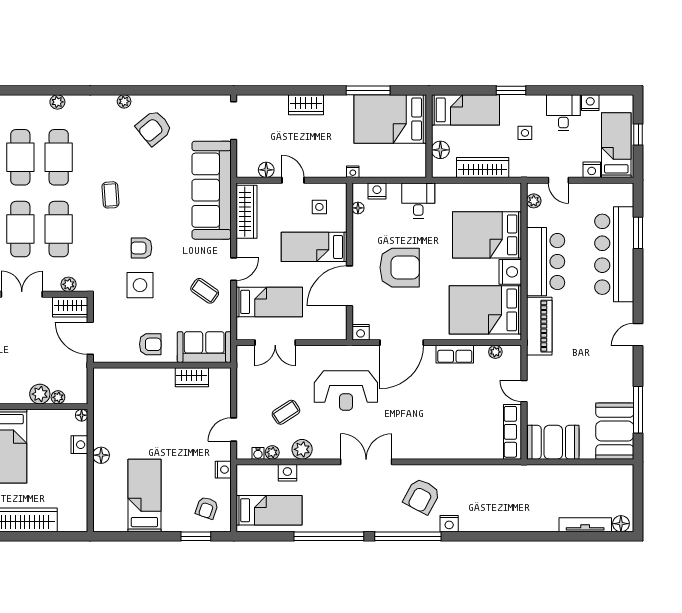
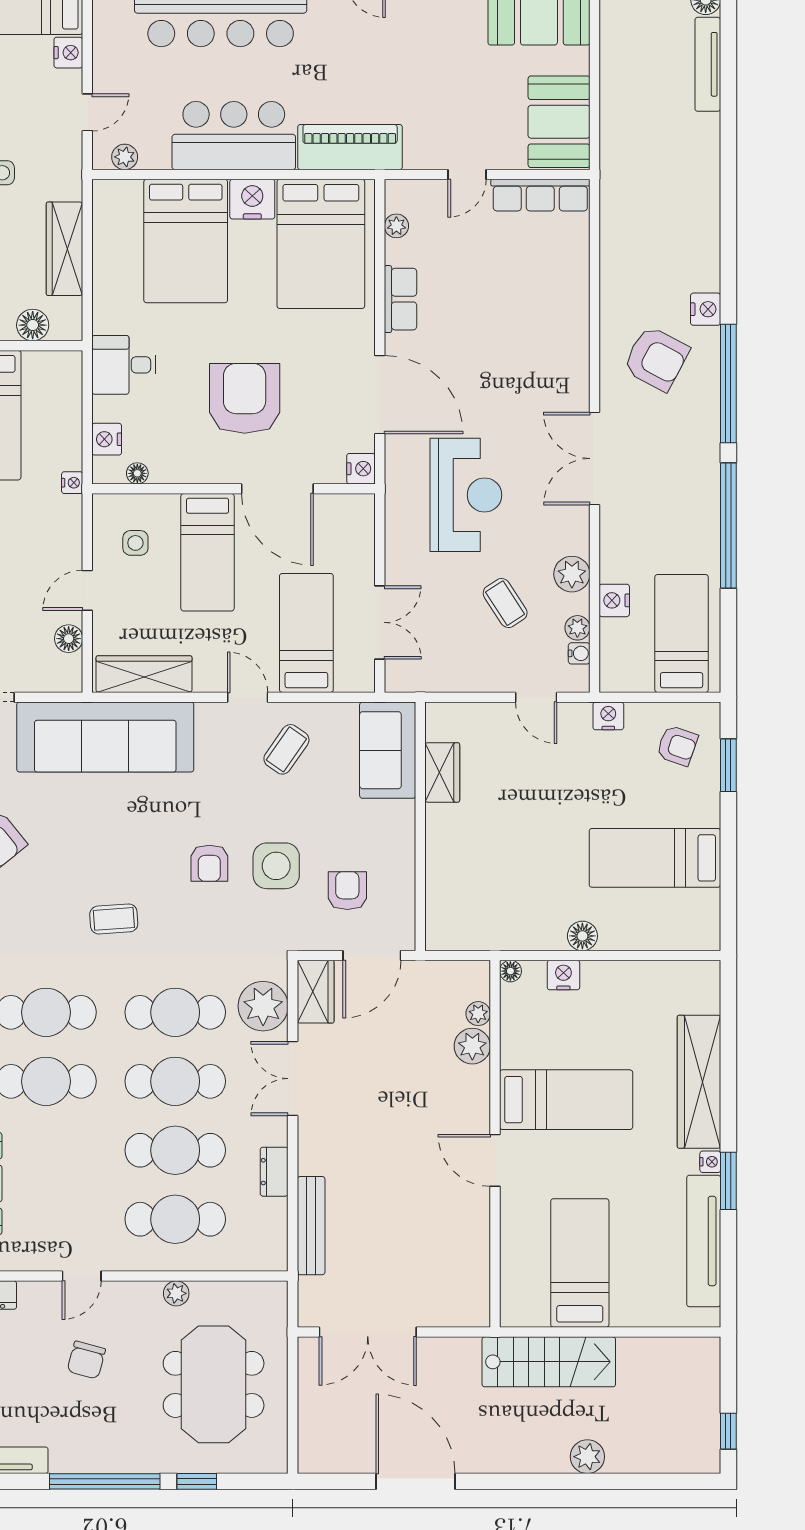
plant: (69, 284) -> (263, 1006), width x1.87, depth x1.87
armchair: (150, 344) -> (347, 891), moved

